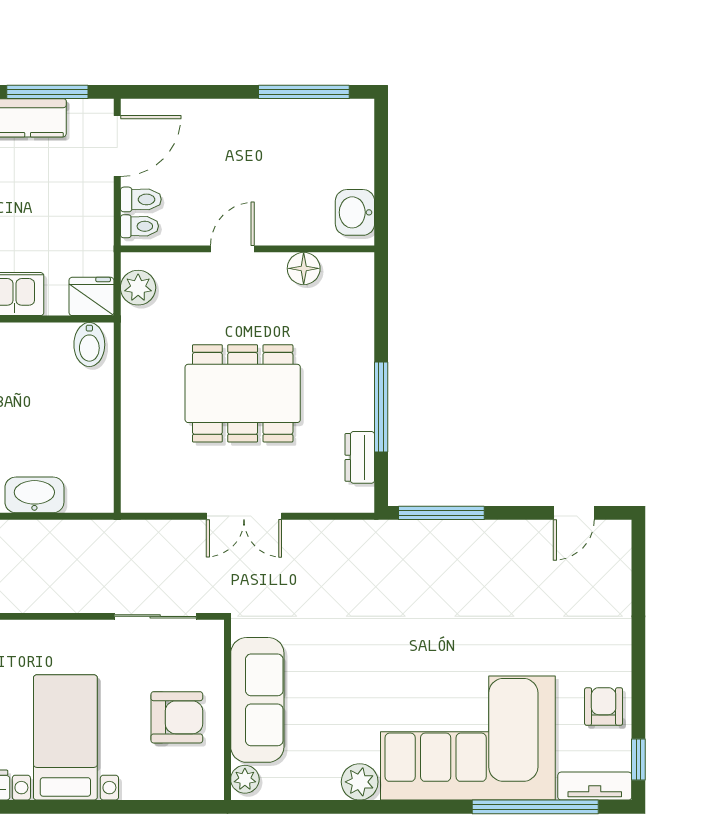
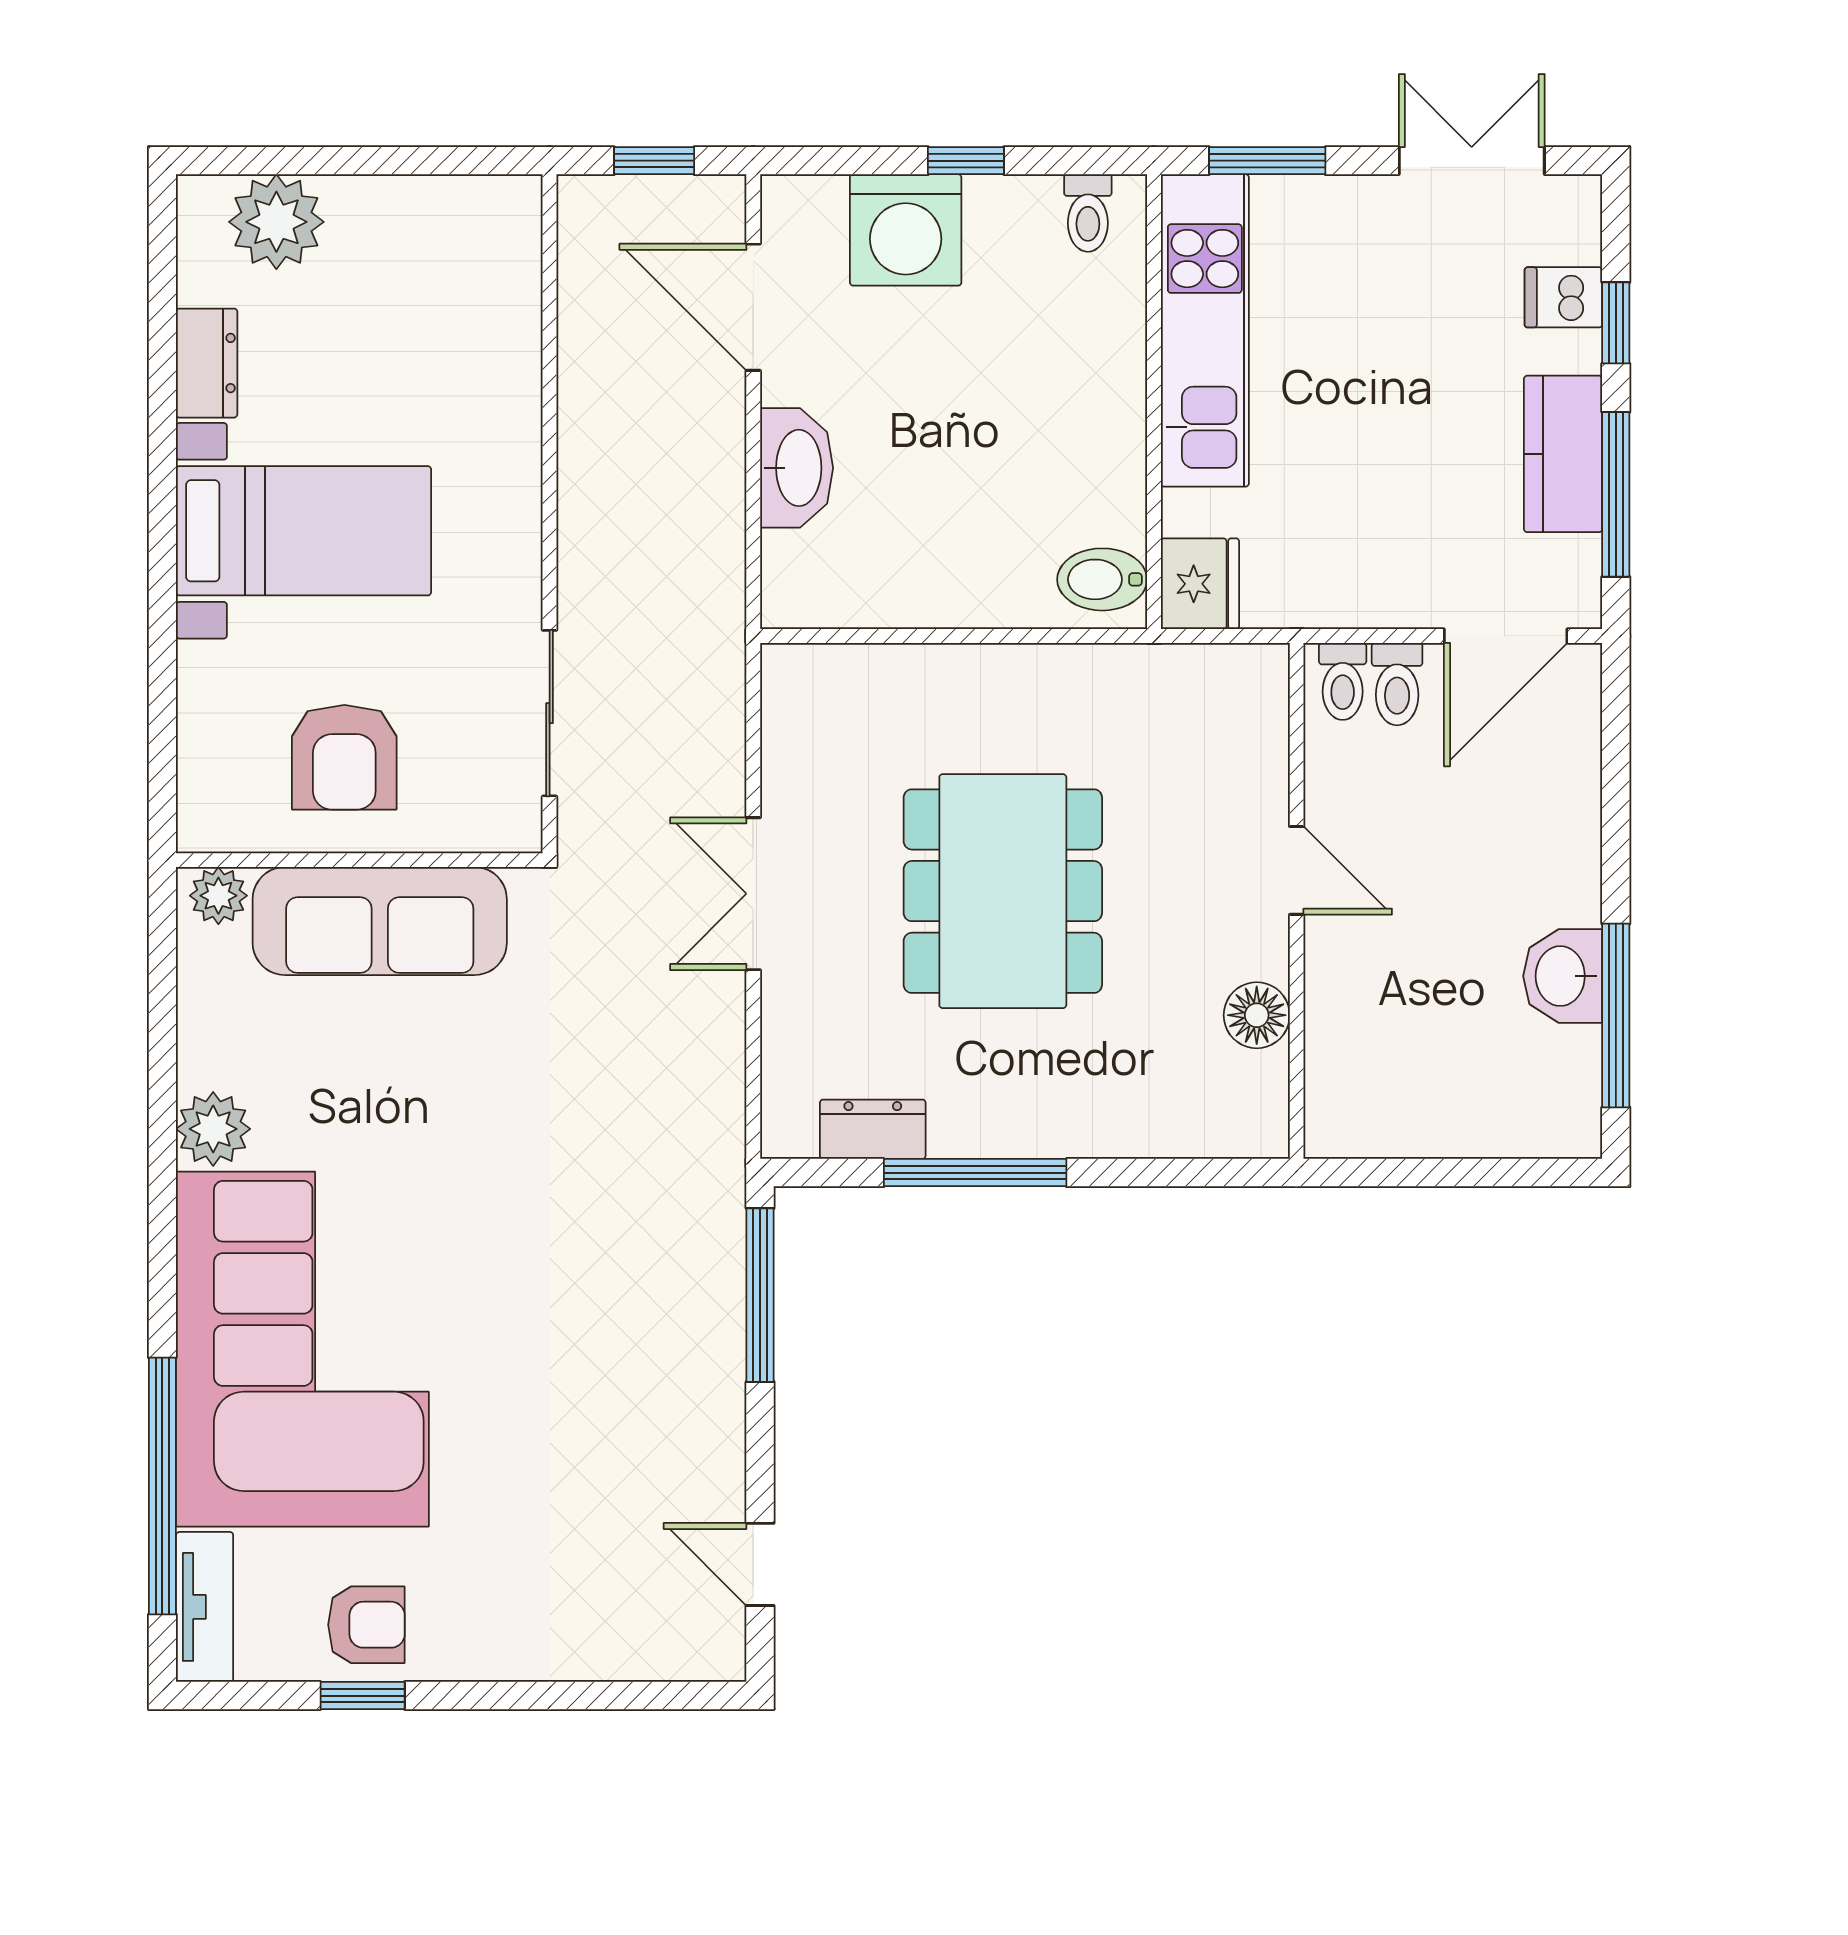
door: (117, 146) -> (1506, 636), hinge flipped
washbasin: (355, 212) -> (1563, 976), moved, turned -90
plant: (138, 288) -> (1218, 678), removed
window: (638, 760) -> (363, 1696), moved

